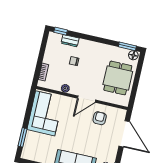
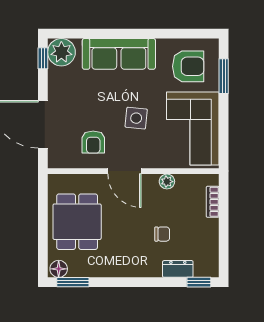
door: (87, 99) -> (124, 171), swing flipped
side table: (74, 126) -> (136, 118), added
armchair: (40, 147) -> (188, 66), added

